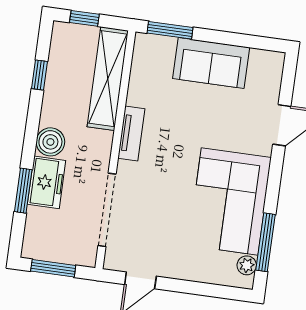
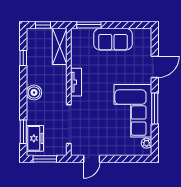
shelving: (108, 79) -> (60, 46), width x0.68
freezer: (47, 182) -> (35, 138), moved
window: (23, 191) -> (23, 132), moved
window: (266, 242) -> (155, 109), moved

